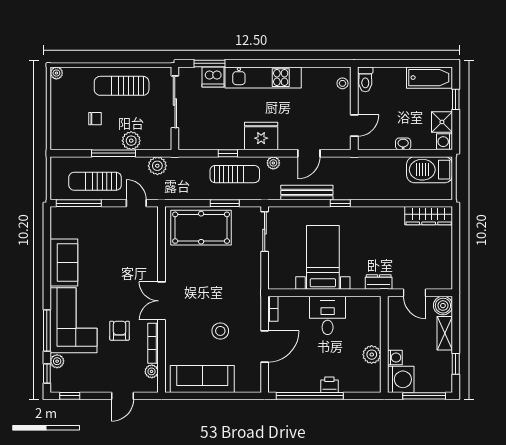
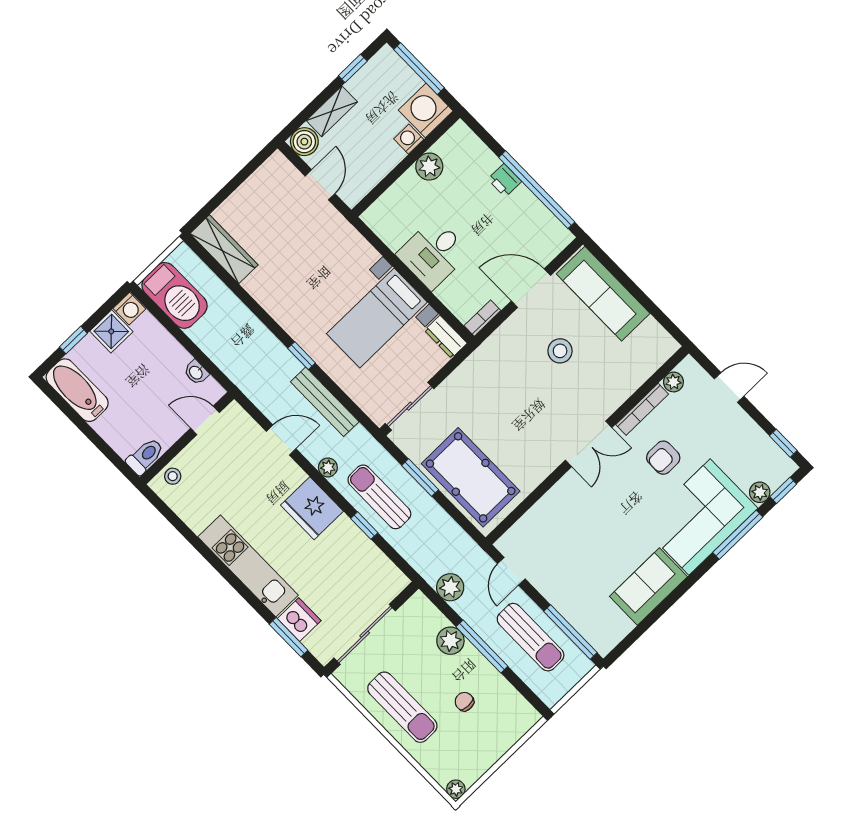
washbasin: (403, 144) -> (196, 372), moved
dresser: (379, 282) -> (446, 337), moved
sofa: (202, 379) -> (603, 294), moved

